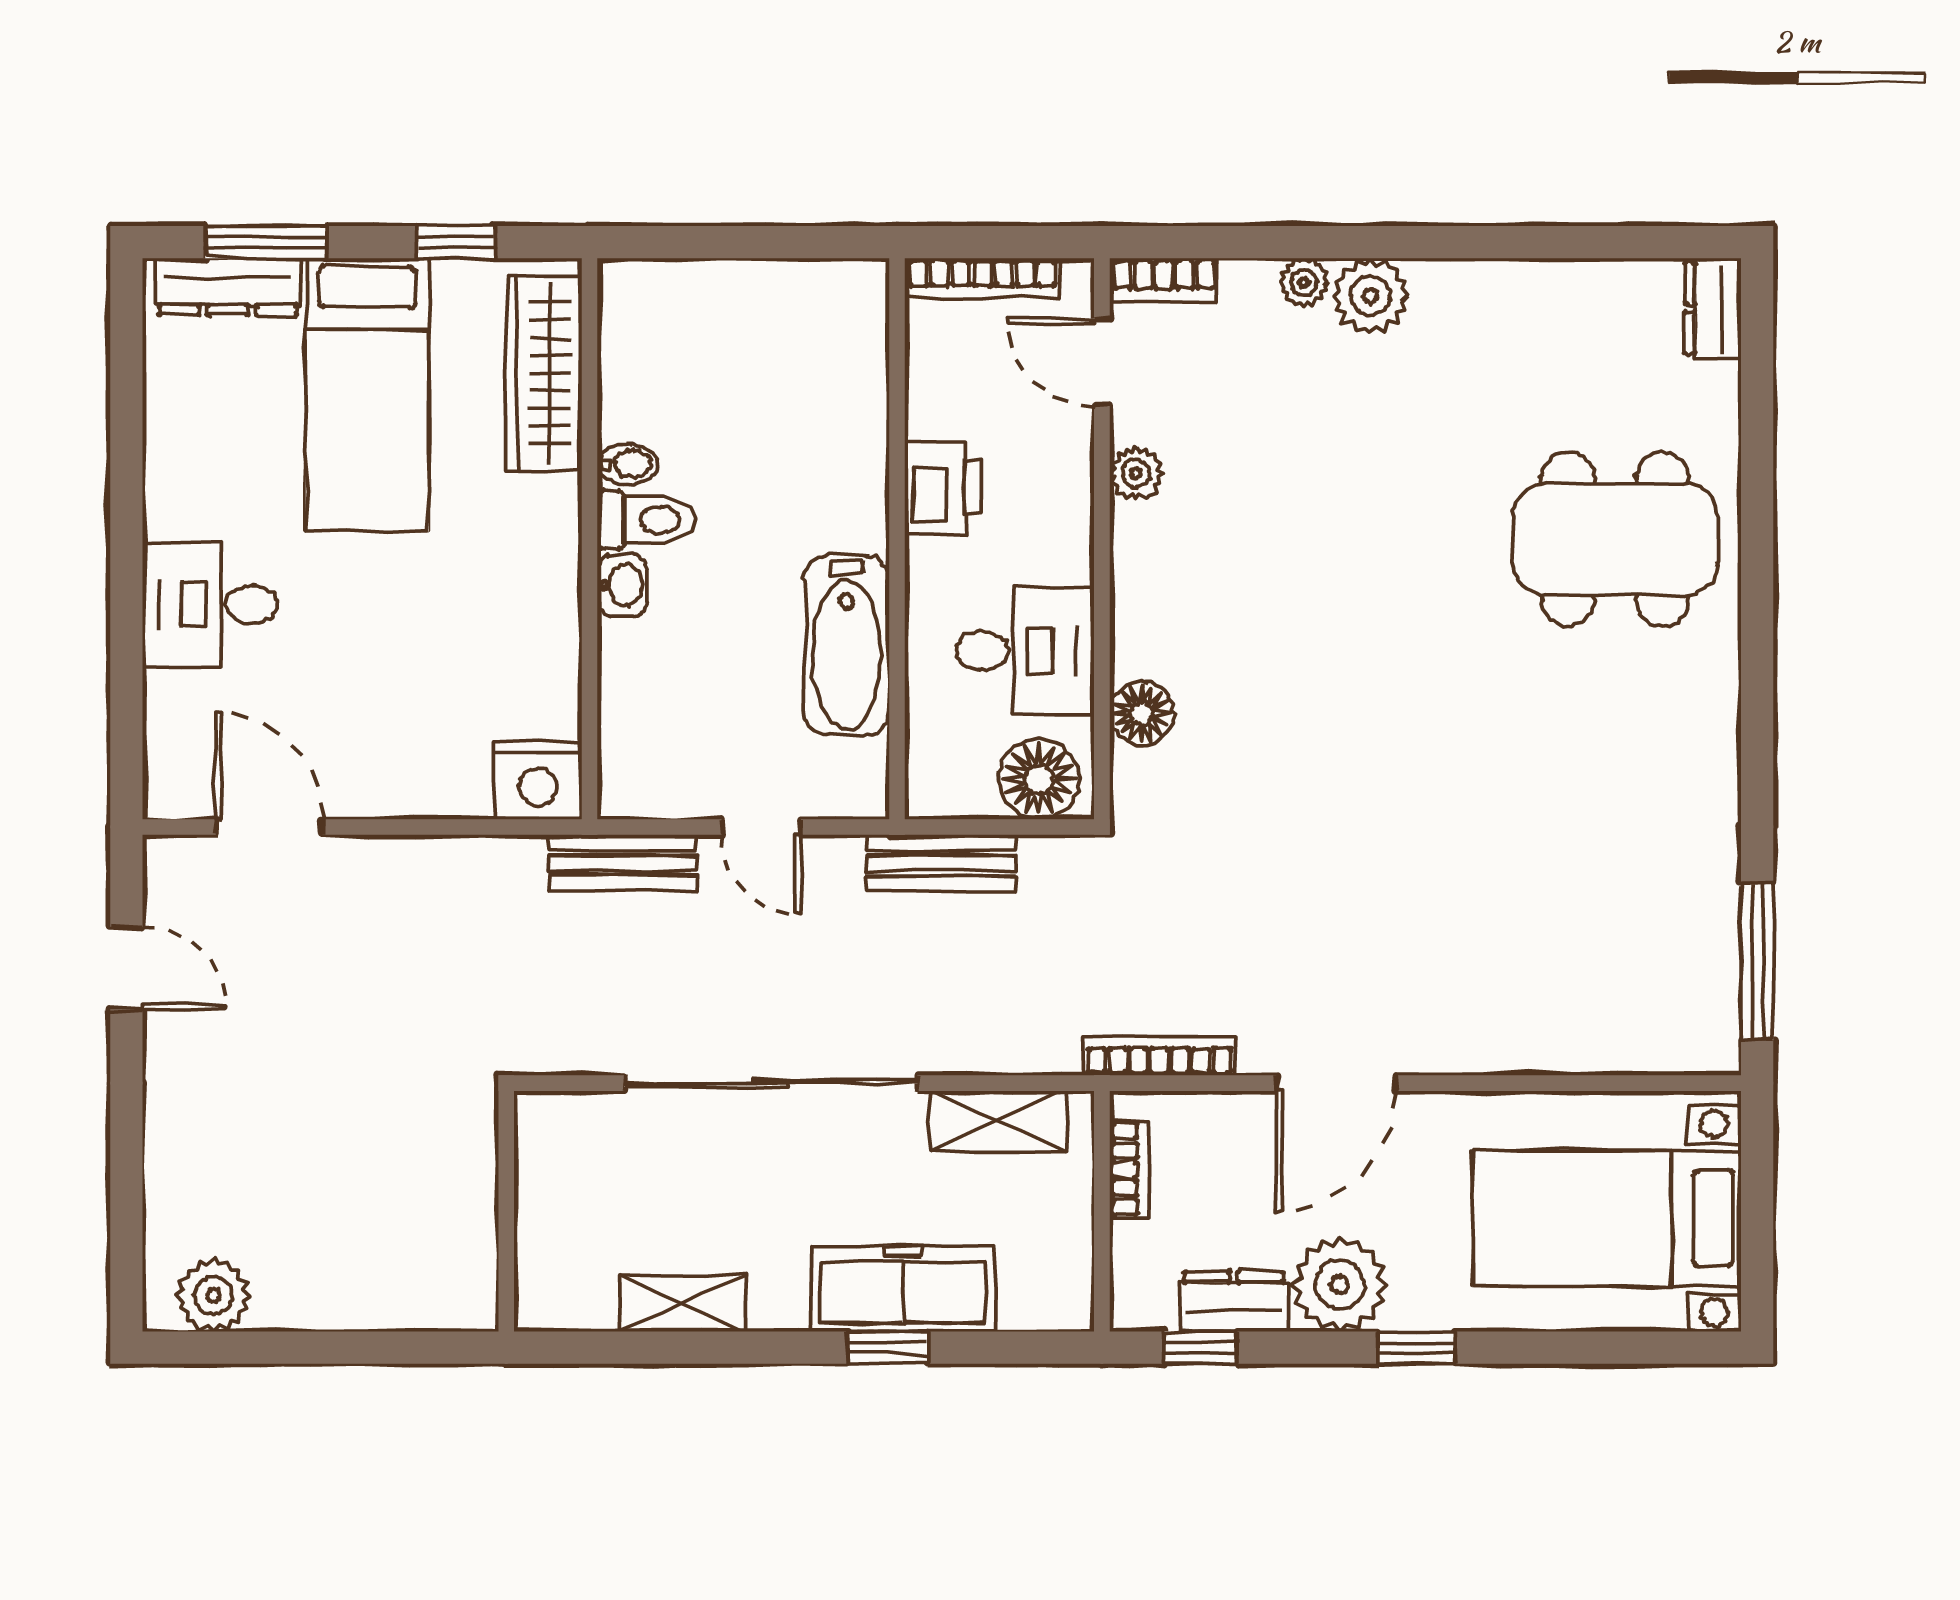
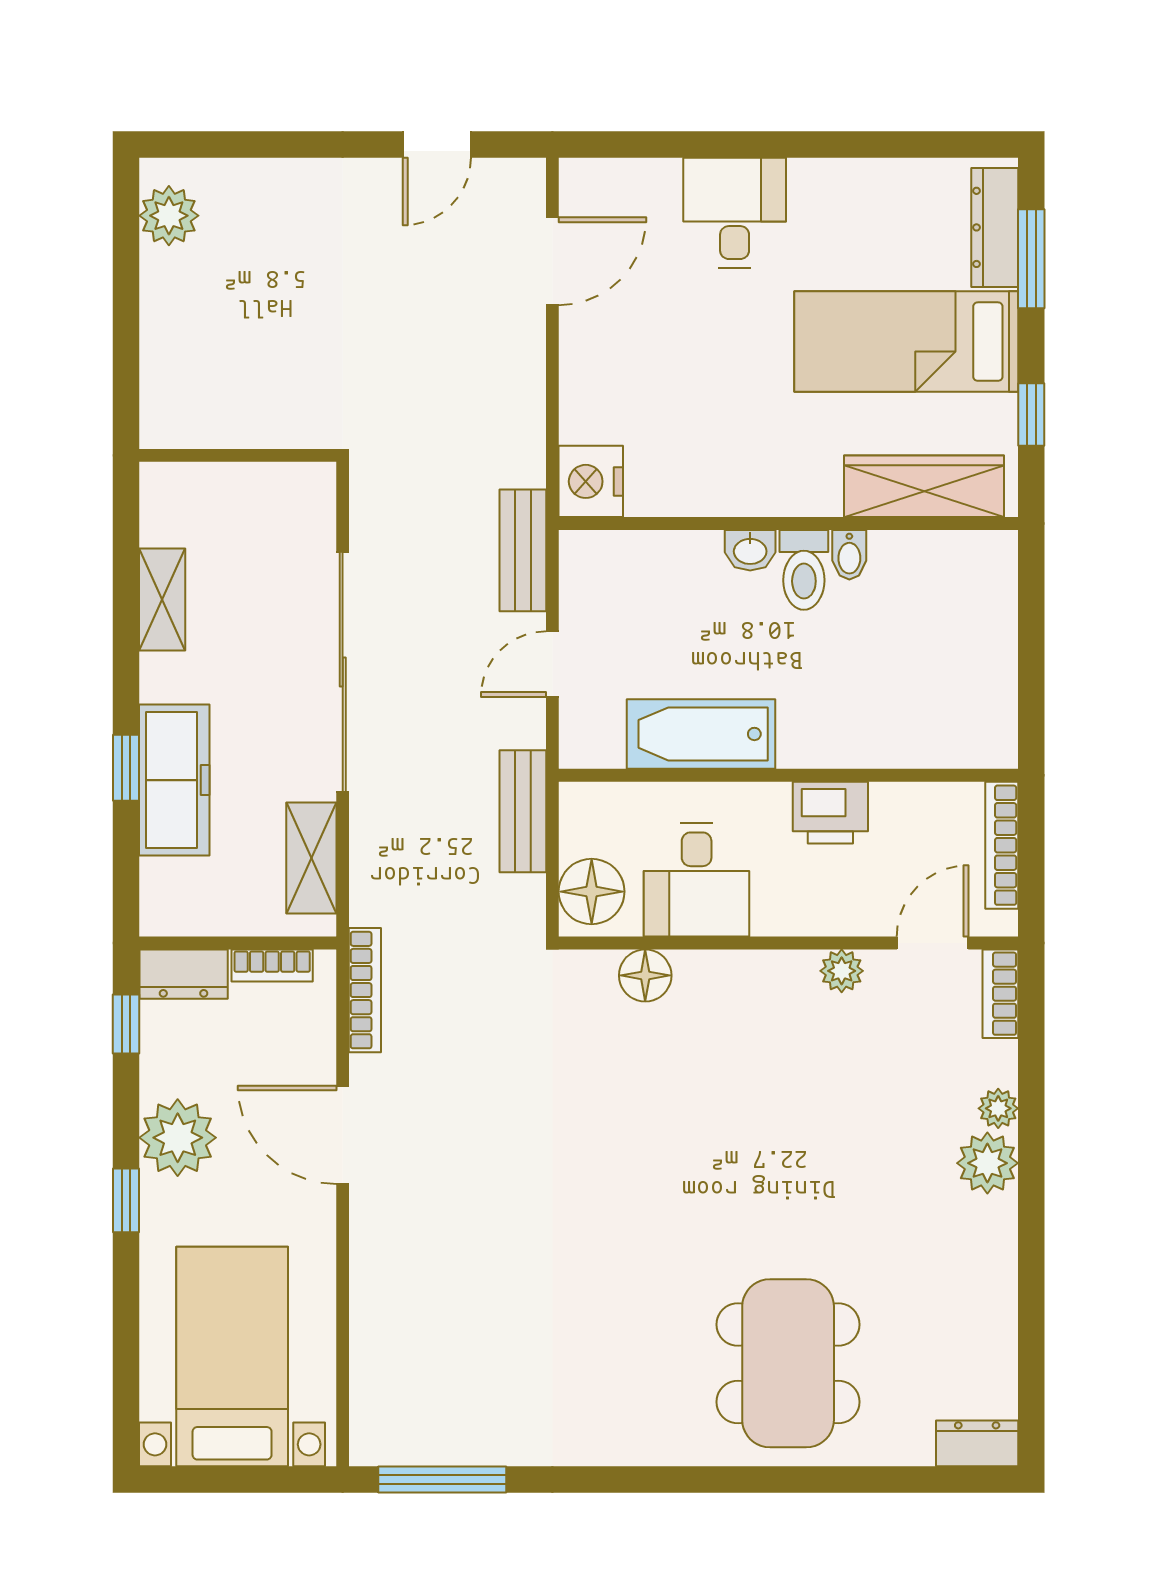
dresser: (1234, 1301) -> (184, 974), moved, turned 90

